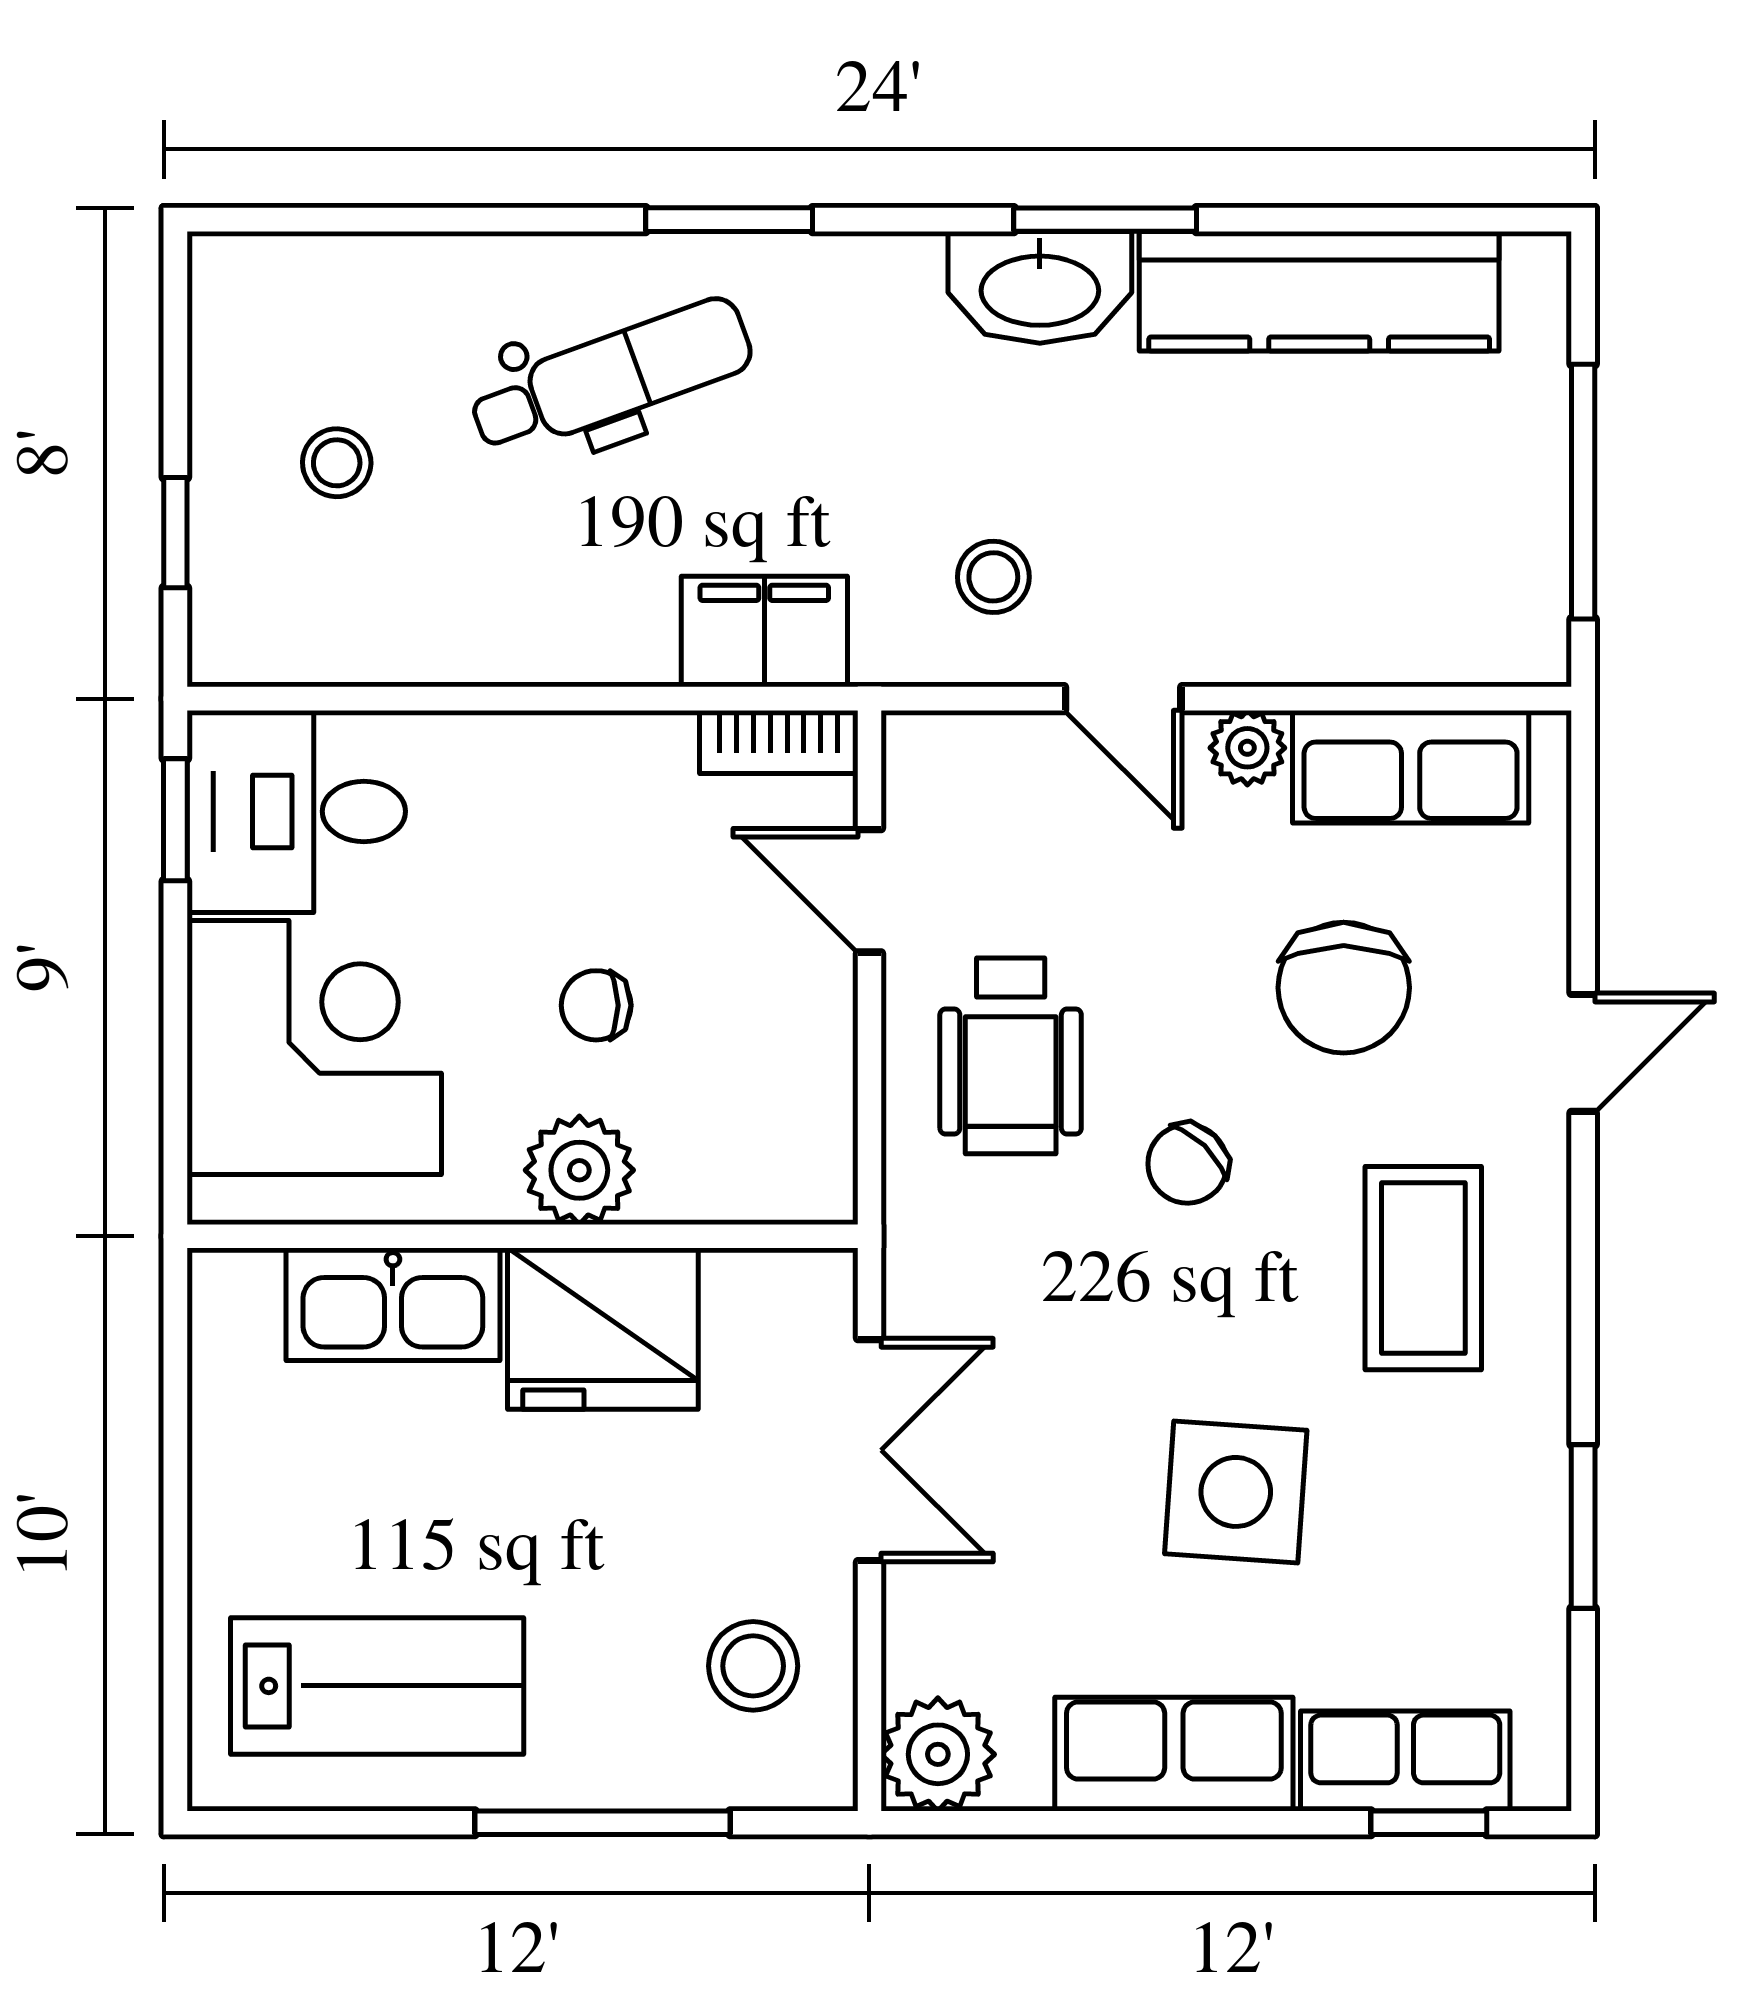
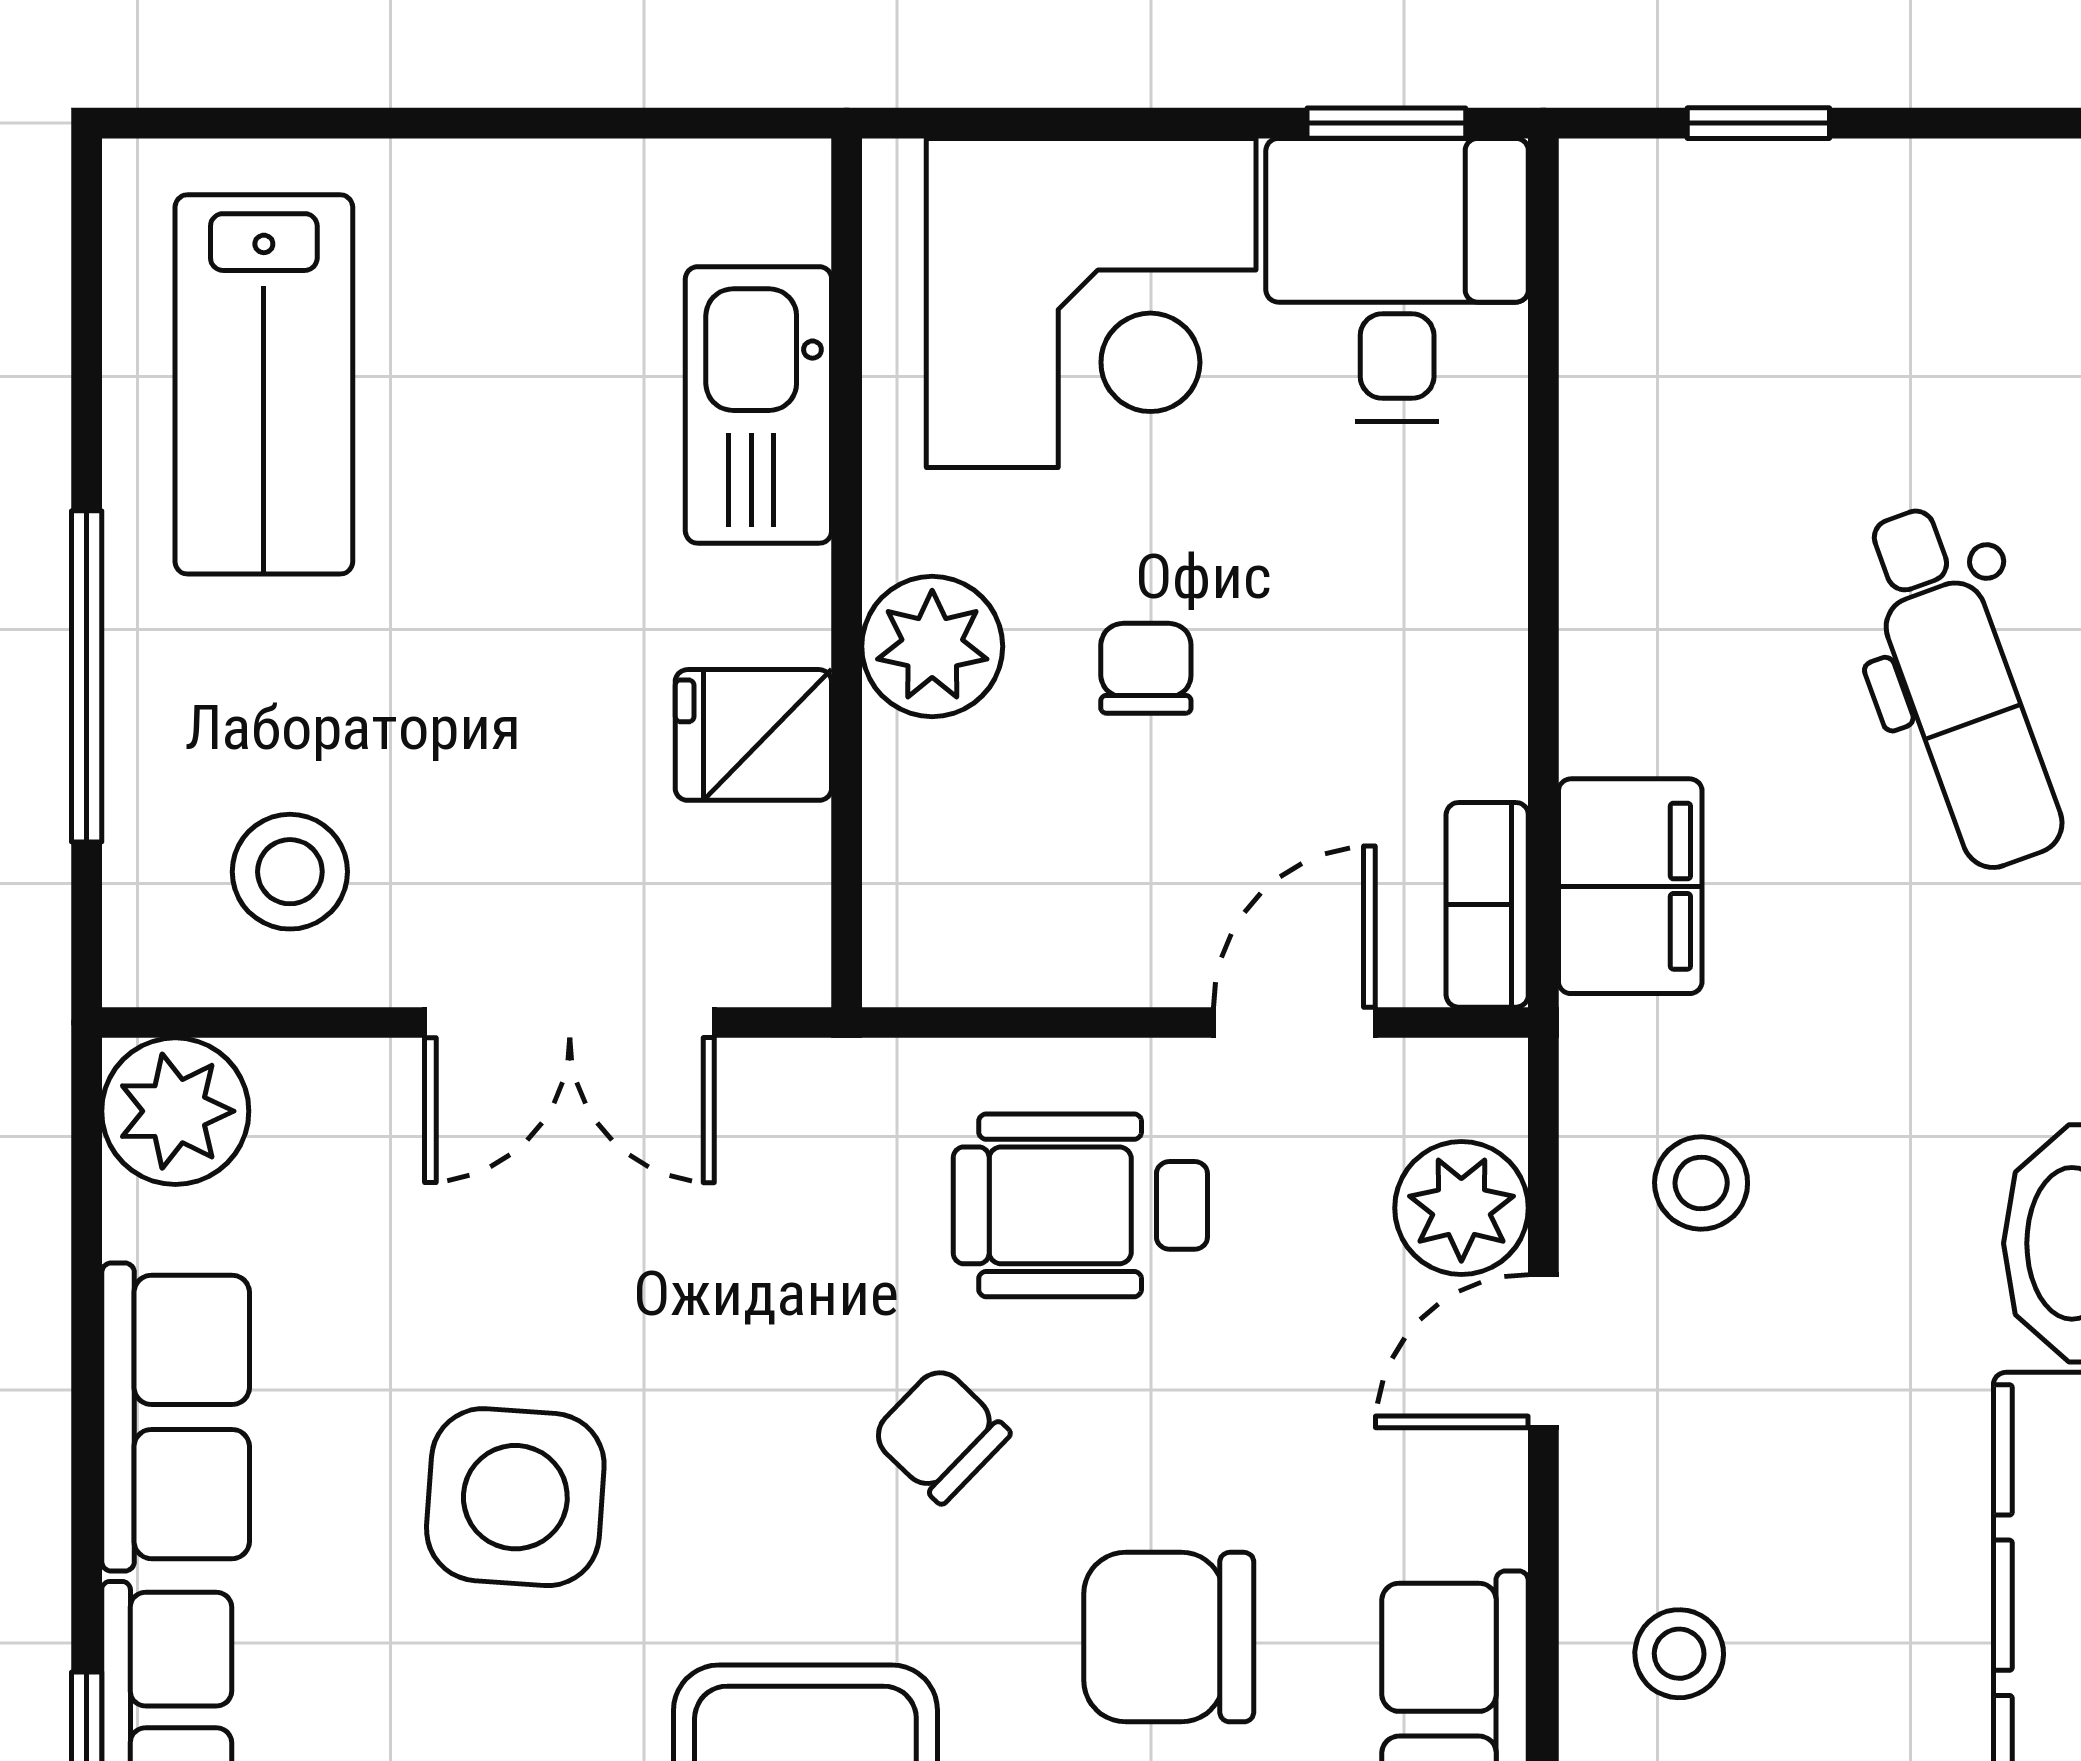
stool: (337, 463) -> (1679, 1654), moved
plant: (1247, 748) -> (1461, 1208), moved, width x1.38, depth x1.38
fridge: (603, 1329) -> (753, 735), width x0.53, depth x0.75

